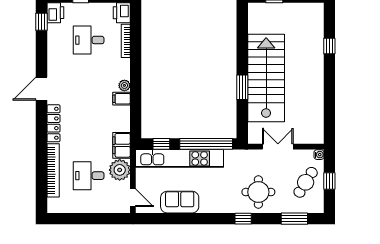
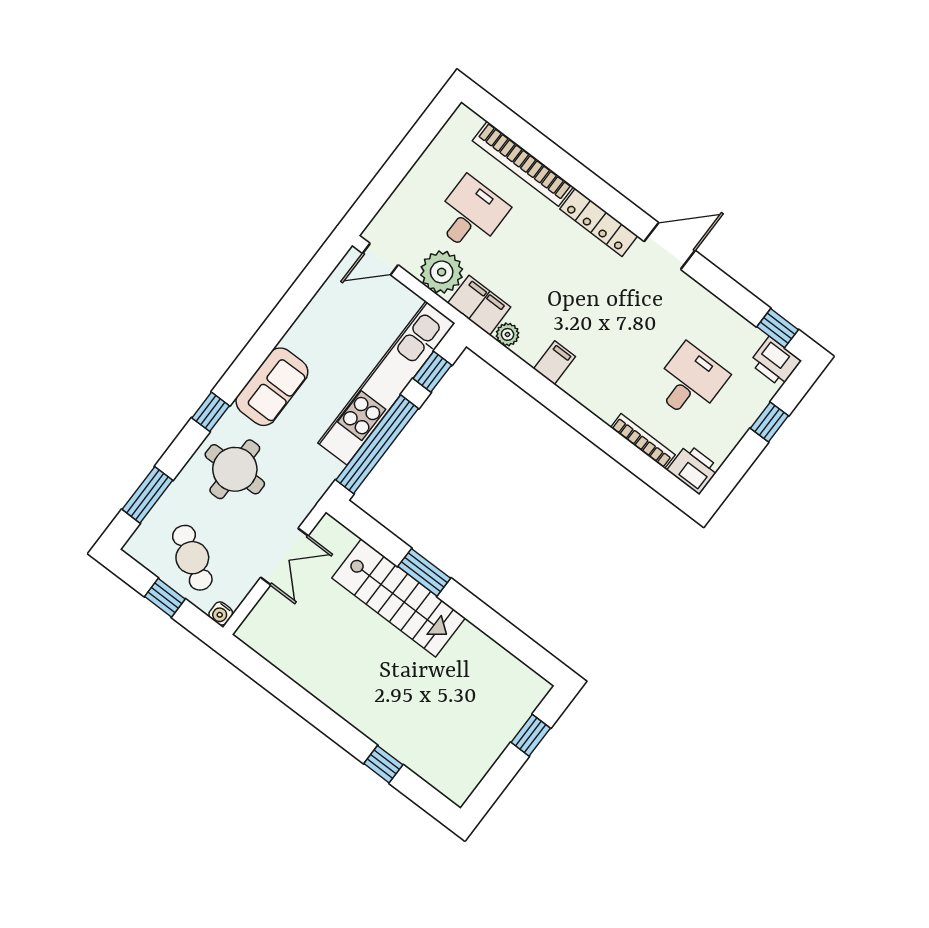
stairs: (266, 78) -> (399, 598), width x0.73, depth x0.66
plant: (124, 85) -> (508, 334), moved
door: (41, 89) -> (670, 246), hinge flipped
sofa: (180, 202) -> (272, 387), moved

